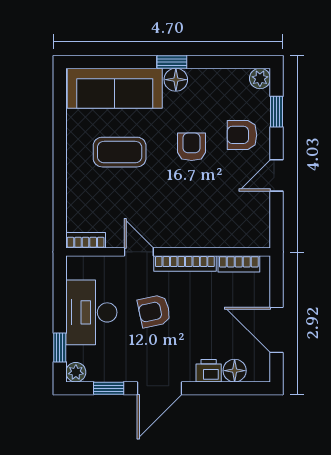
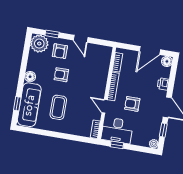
window: (172, 62) -> (17, 104), moved
plant: (260, 78) -> (39, 44), width x1.88, depth x1.88
door: (139, 252) -> (104, 106), hinge flipped
armchair: (154, 311) -> (132, 104), turned 102
desk: (91, 312) -> (117, 130), moved
window: (60, 347) -> (117, 145), moved
floor lamp: (235, 371) -> (167, 61), moved

